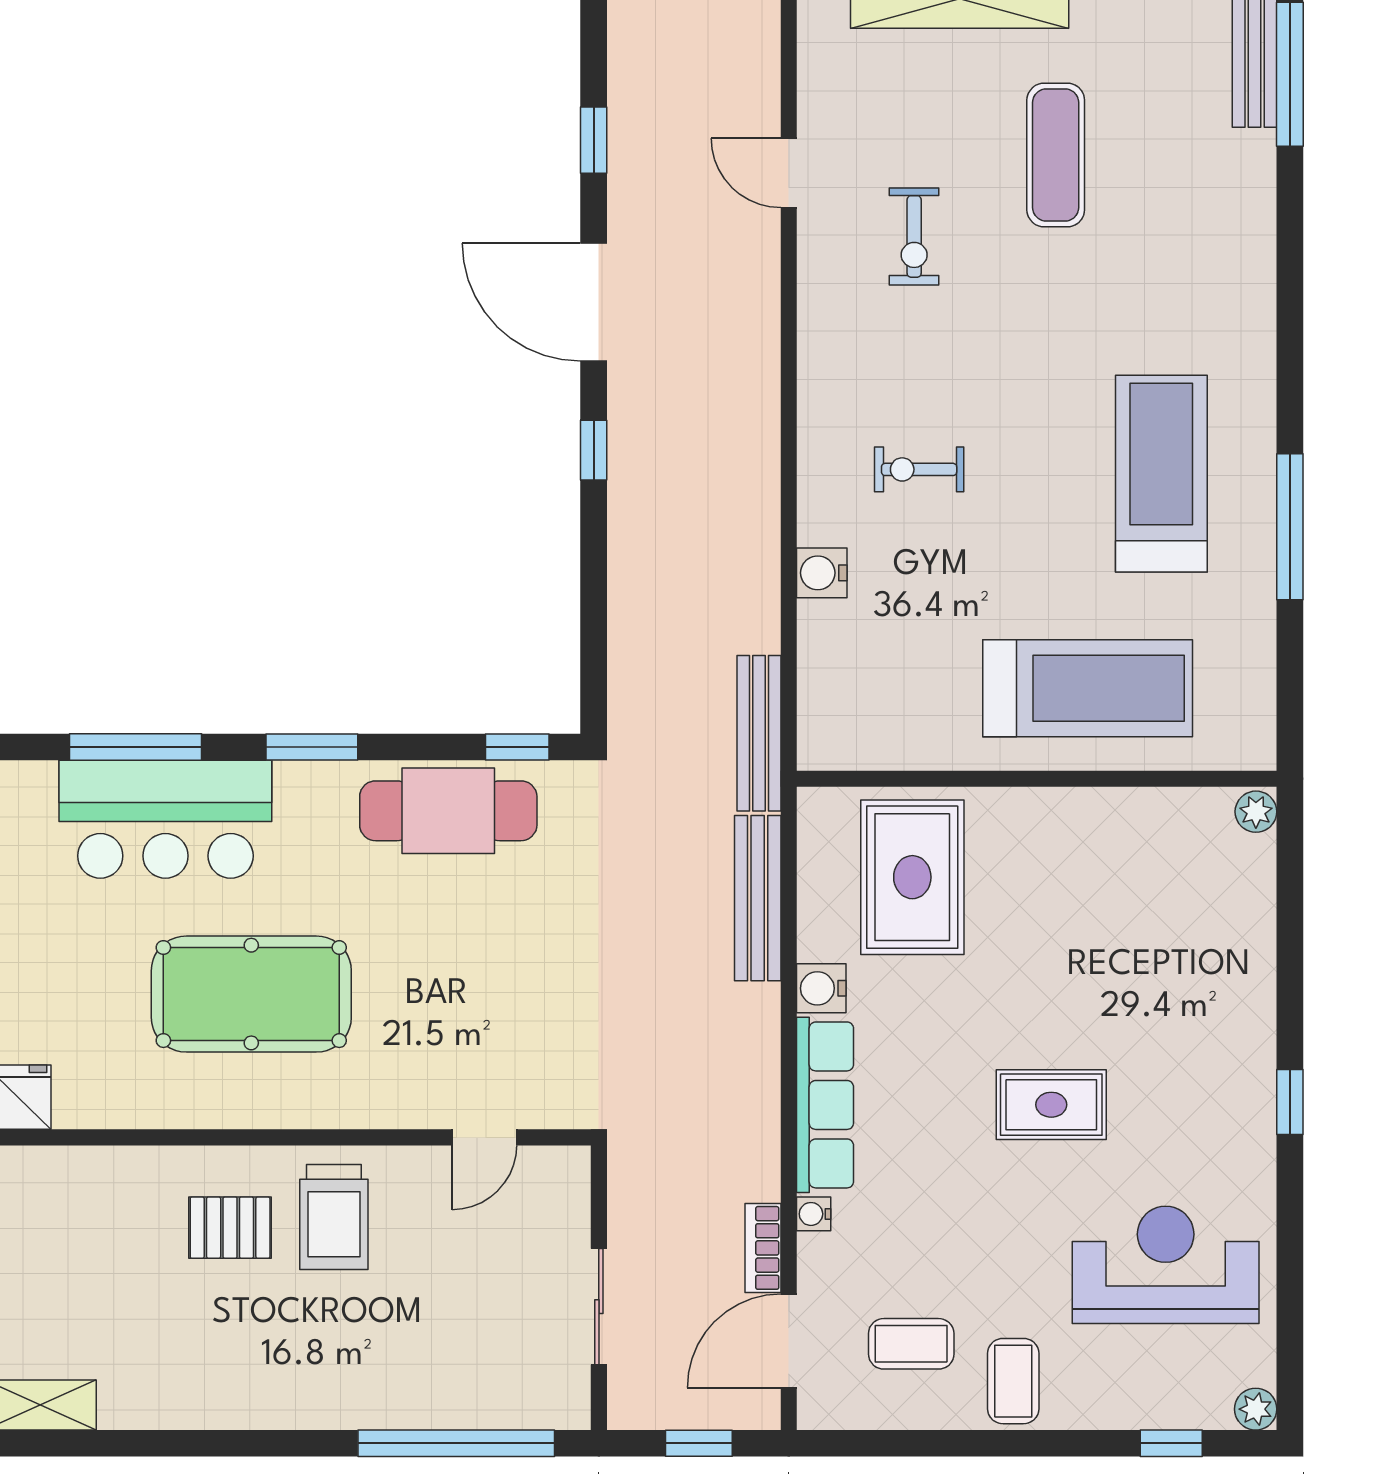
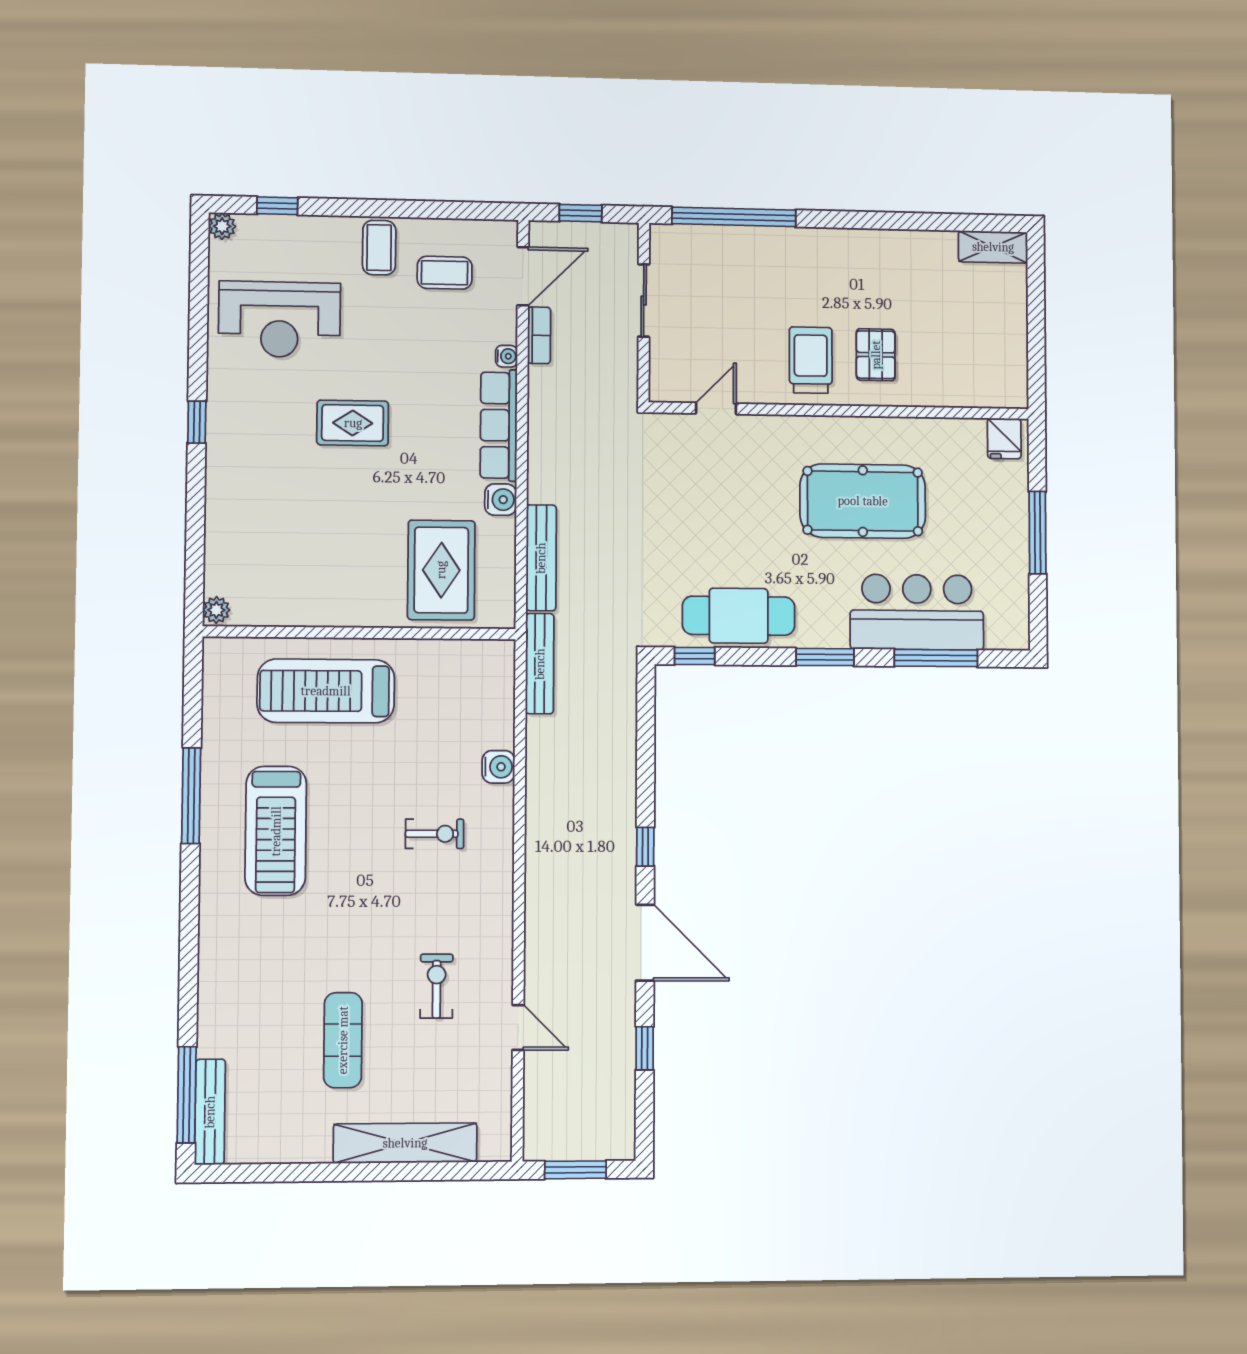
pallet: (230, 1228) -> (876, 355), turned 90

